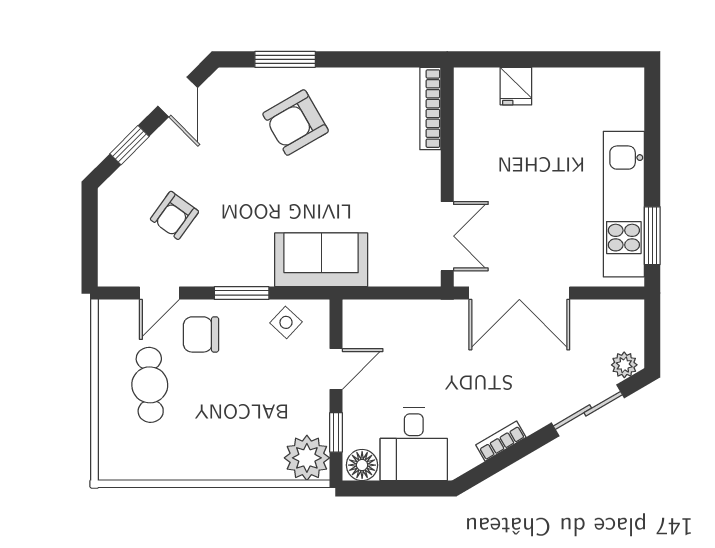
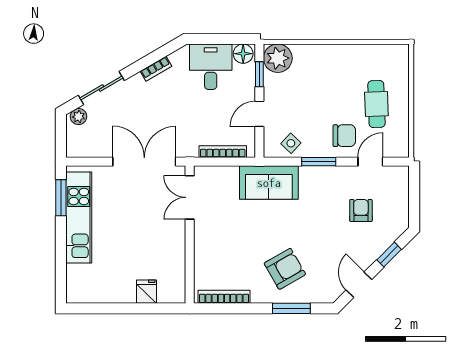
bookcase: (430, 109) -> (224, 297), moved, turned -90
armchair: (174, 215) -> (361, 210), turned -36
bookcase: (395, 309) -> (223, 152), added

